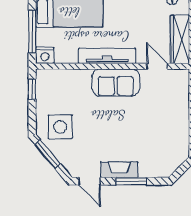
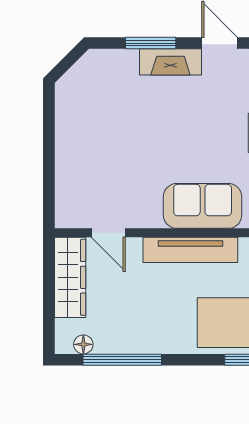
sofa: (116, 83) -> (203, 206), moved

